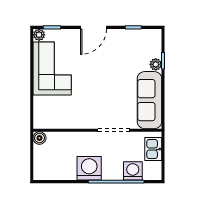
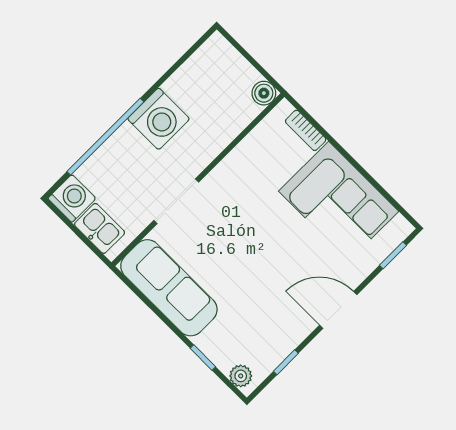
door: (94, 27) -> (338, 310), hinge flipped
plant: (39, 35) -> (400, 228), removed
plant: (156, 64) -> (241, 376), moved
bookcase: (38, 108) -> (306, 130), added
washing machine: (133, 171) -> (72, 198), moved, turned -90

